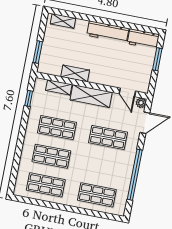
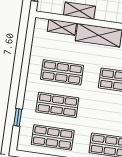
window: (29, 98) -> (18, 117), moved

